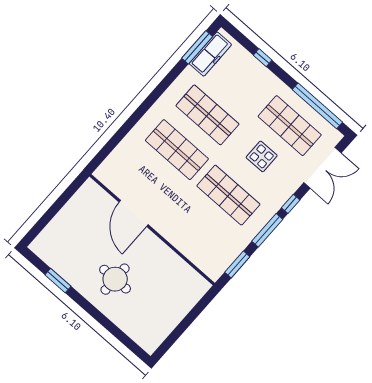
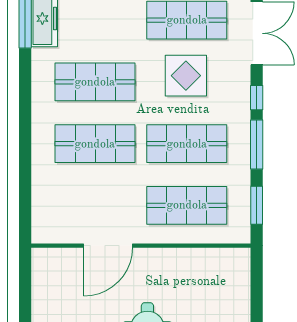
display table: (262, 156) -> (186, 76), width x1.36, depth x1.36
door: (134, 213) -> (108, 246), hinge flipped
shop shelf: (198, 230) -> (187, 205), added

